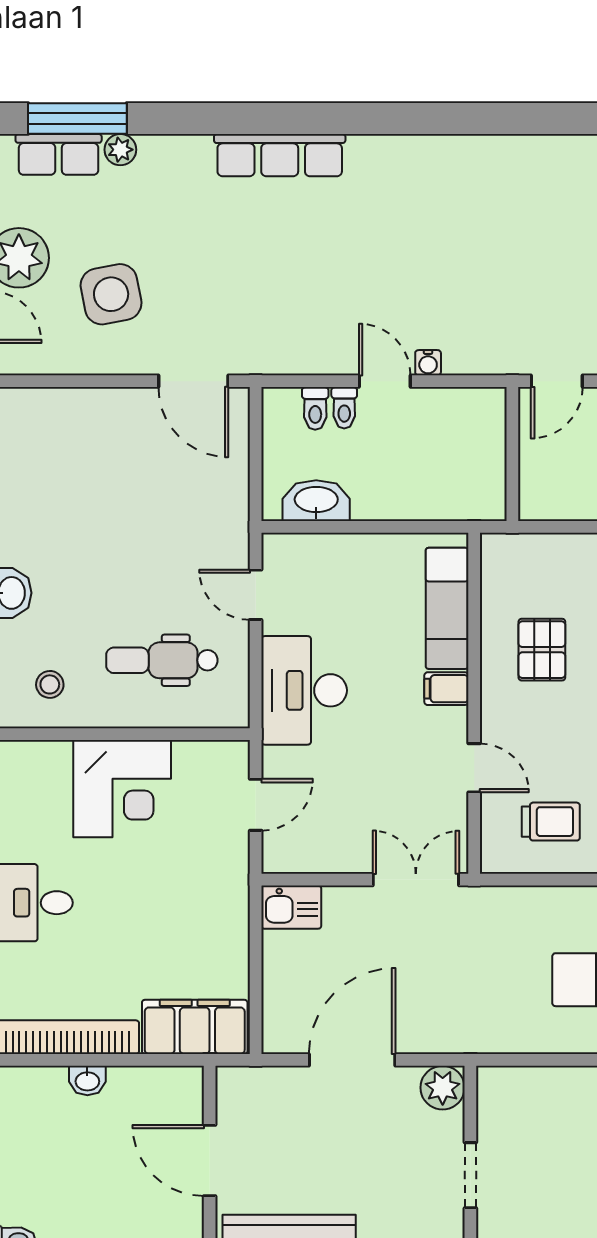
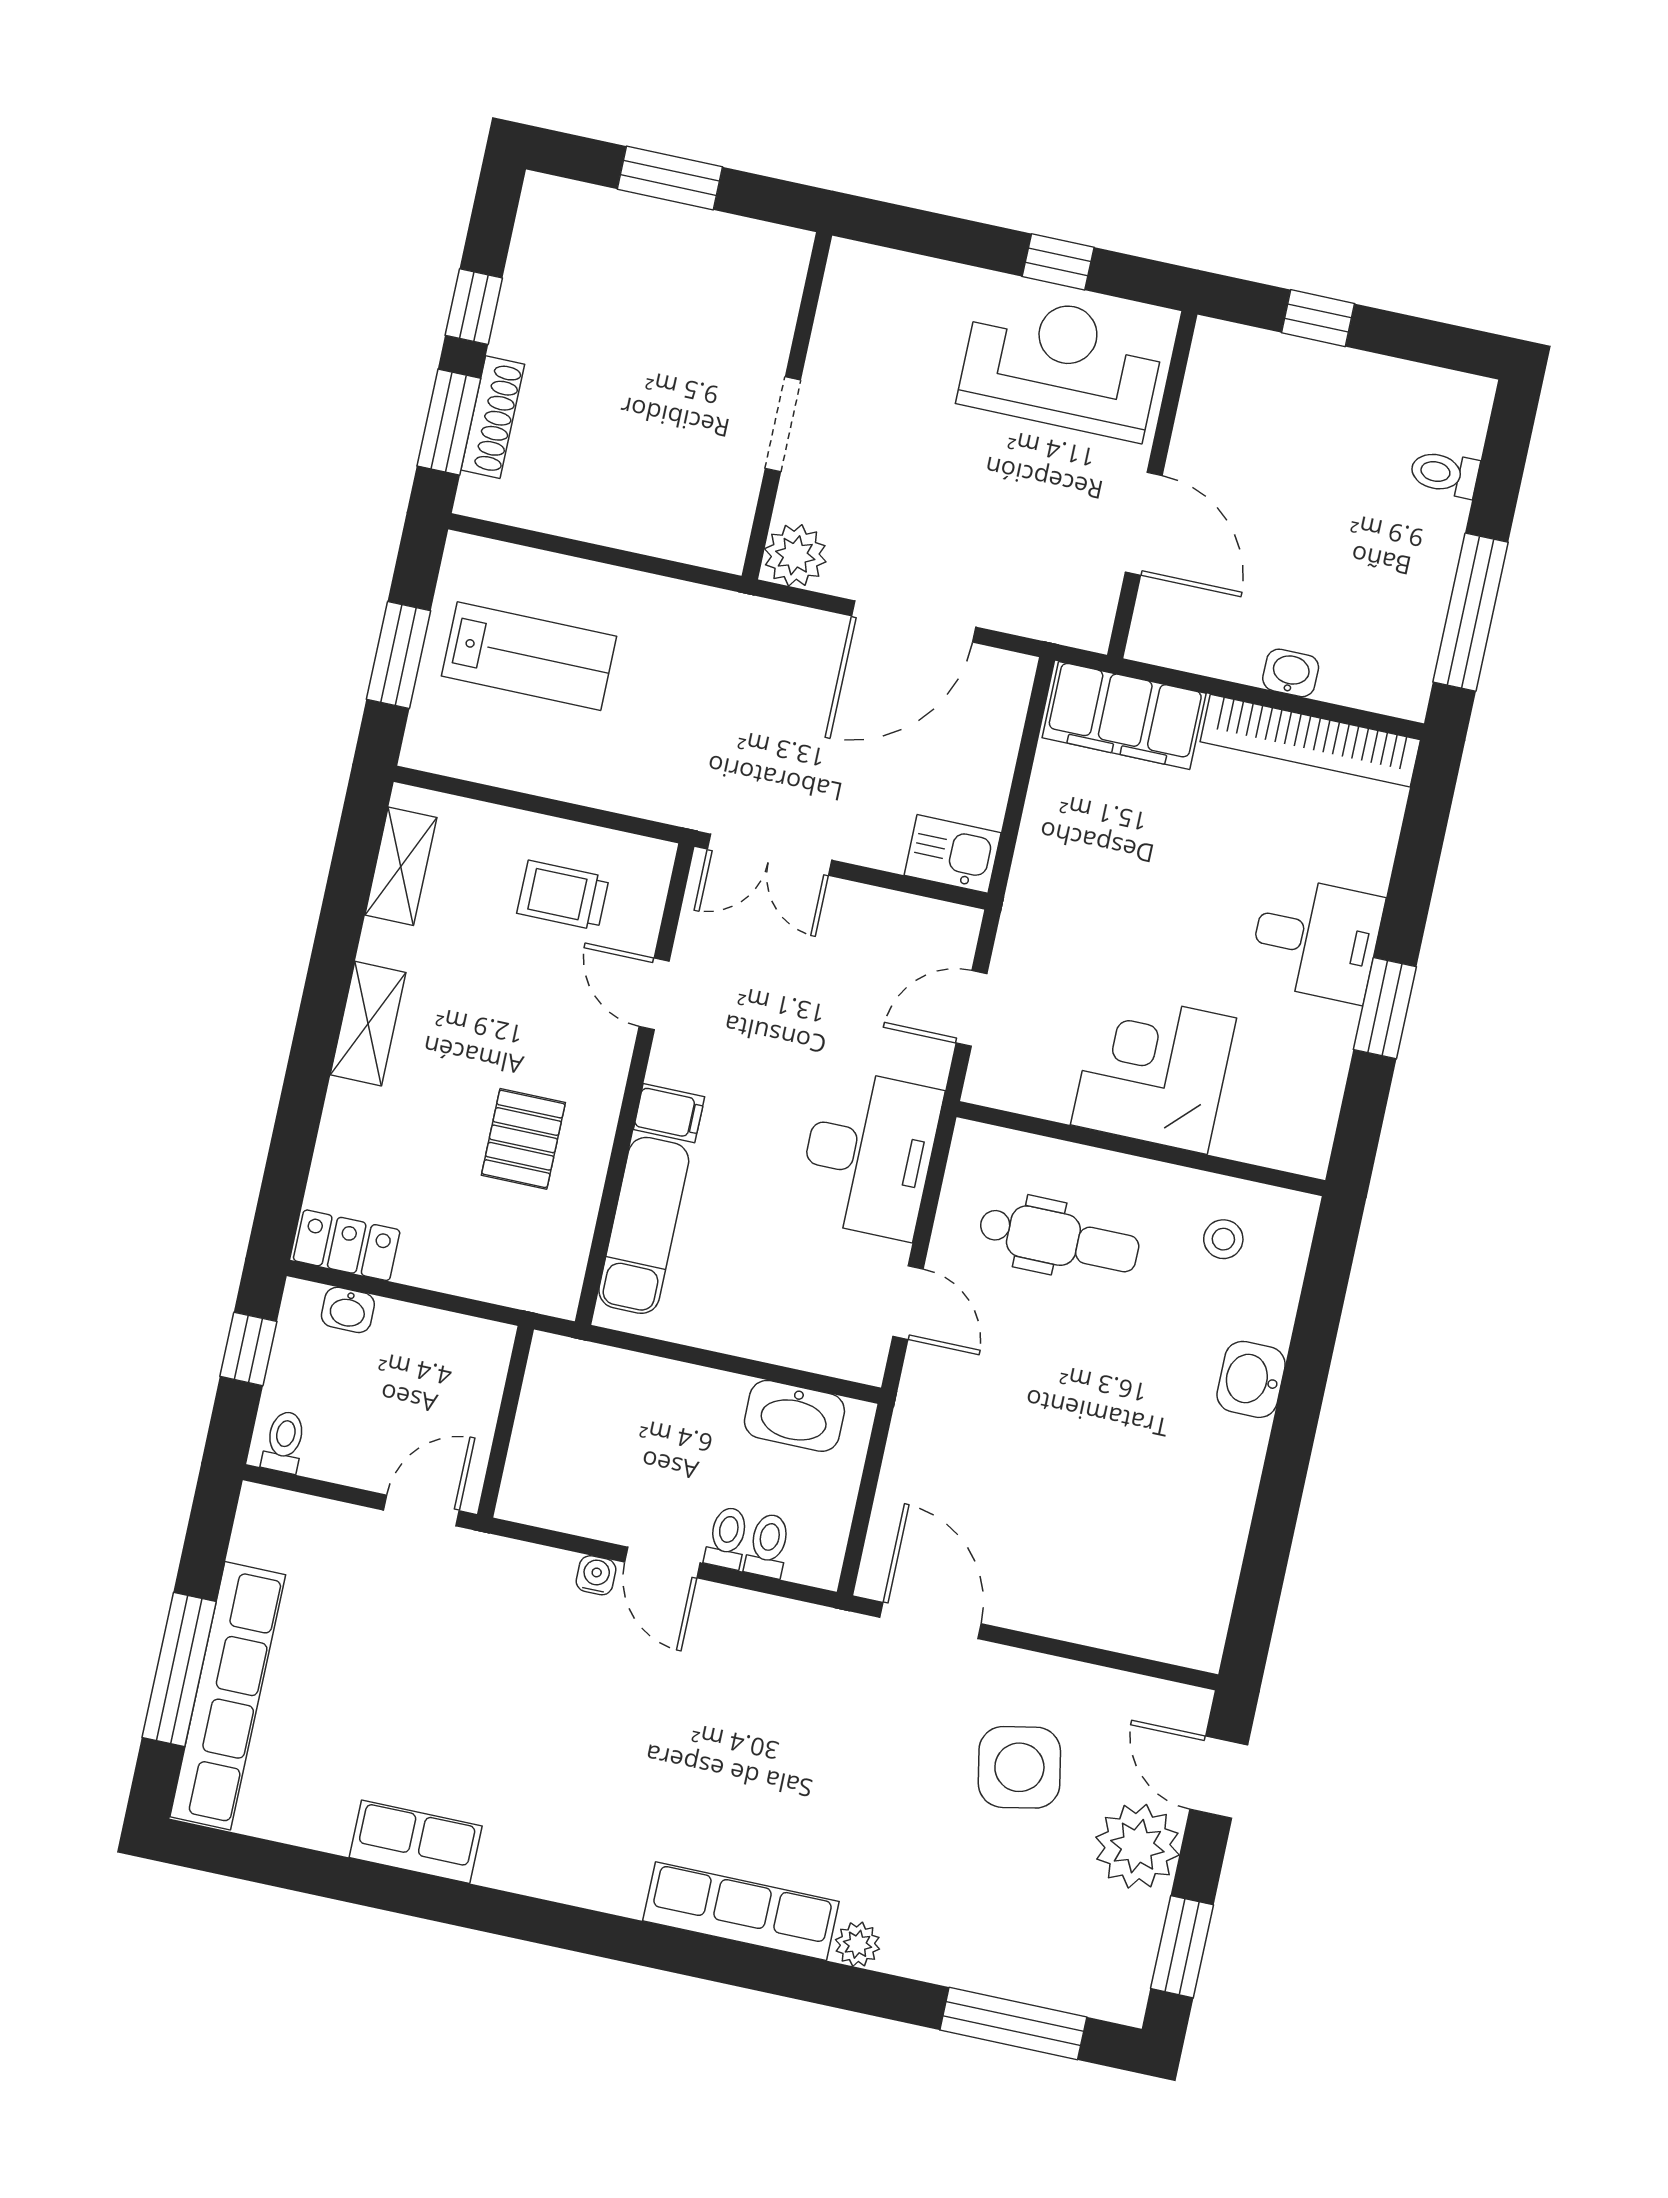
plant: (120, 150) -> (858, 1944), moved
row of seats: (59, 154) -> (416, 1842), moved

